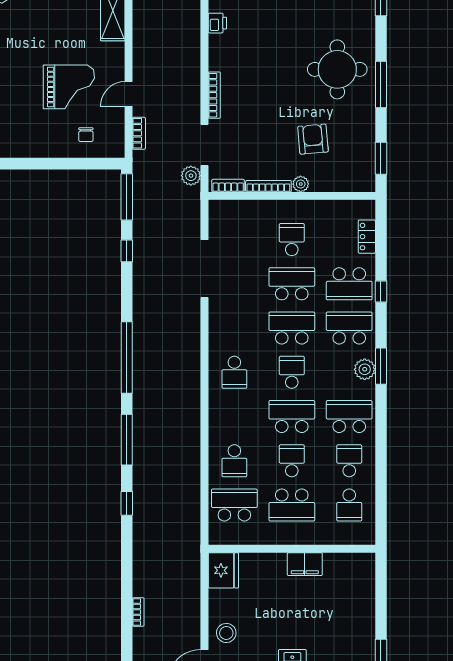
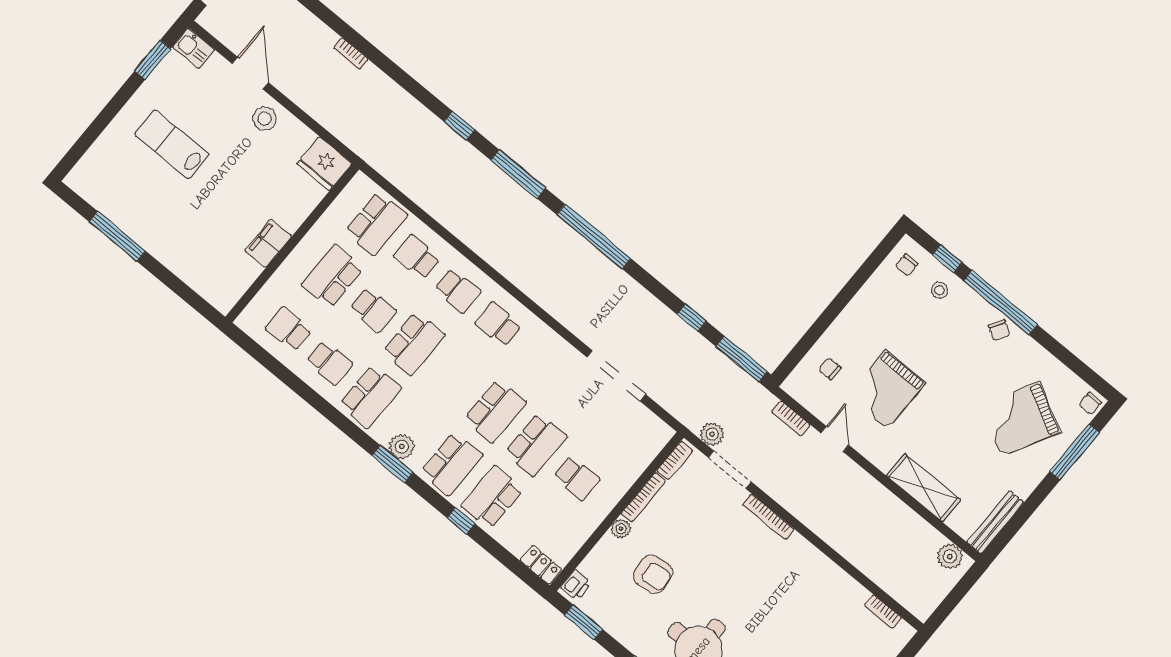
printer: (217, 23) -> (576, 585), moved, turned -90
locker: (367, 237) -> (541, 565), moved
school desk: (292, 372) -> (458, 291), moved

